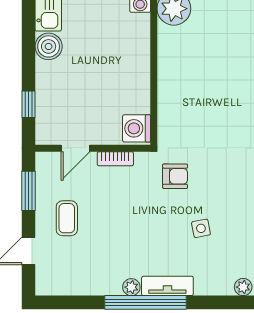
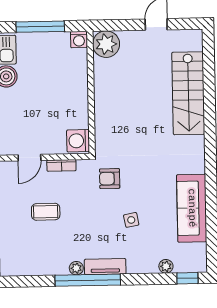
armchair: (175, 176) -> (110, 179), turned 180
coffee table: (67, 218) -> (46, 212), moved, turned 90

